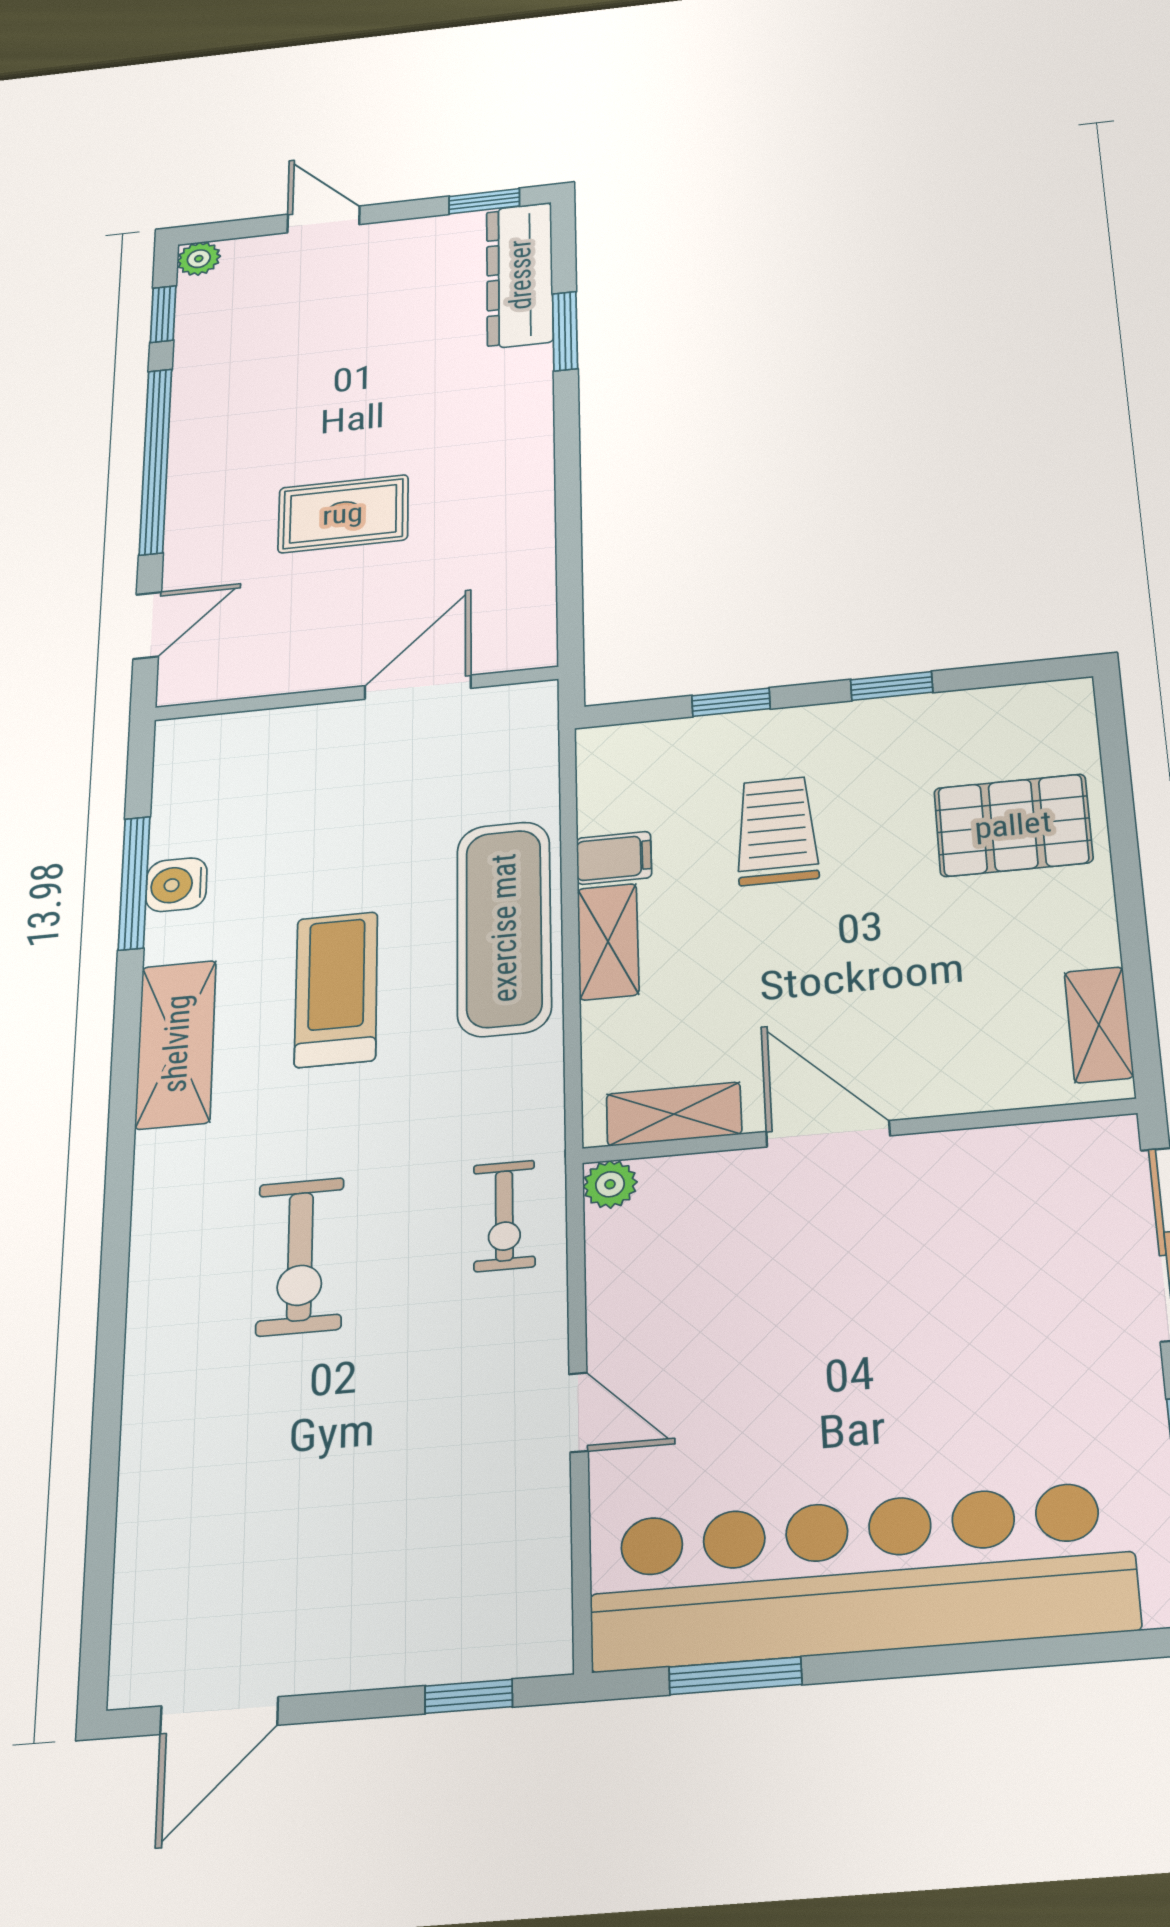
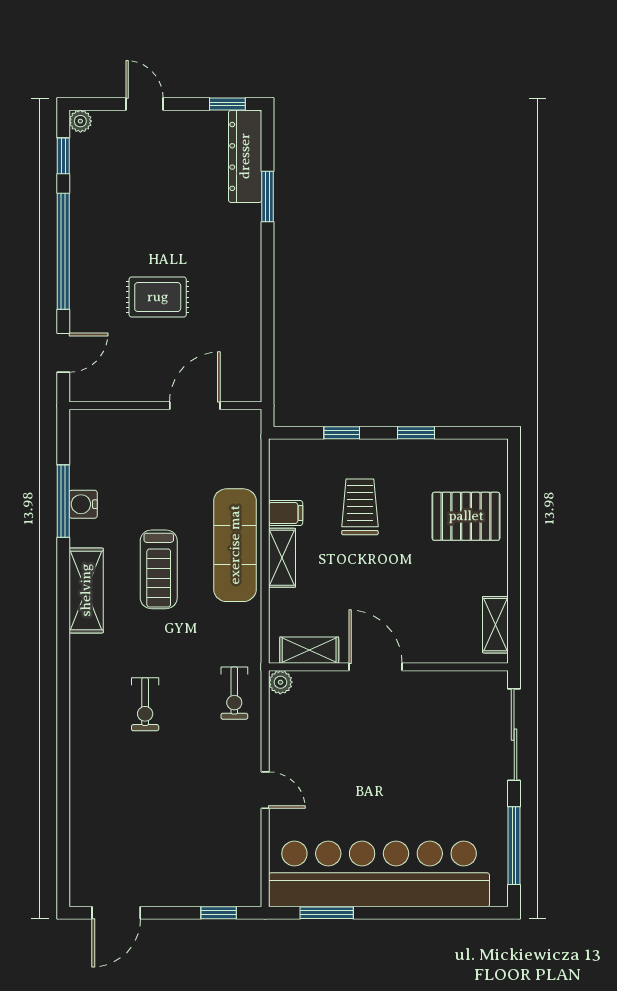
treadmill: (336, 989) -> (159, 569), turned 180
exercise bike: (300, 1256) -> (145, 704), width x0.73, depth x0.72

